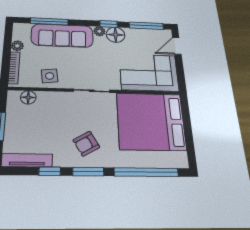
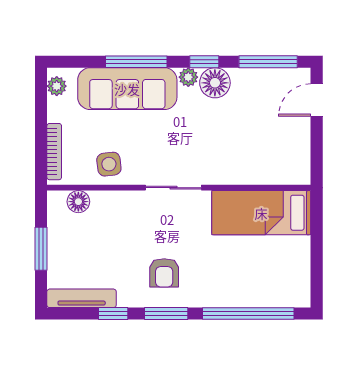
window: (49, 21) -> (136, 62), moved
plant: (17, 46) -> (57, 86), moved
corner sofa: (149, 72) -> (265, 152), removed
bed: (151, 121) -> (261, 213), width x0.49
armchair: (86, 144) -> (164, 273), turned -60

